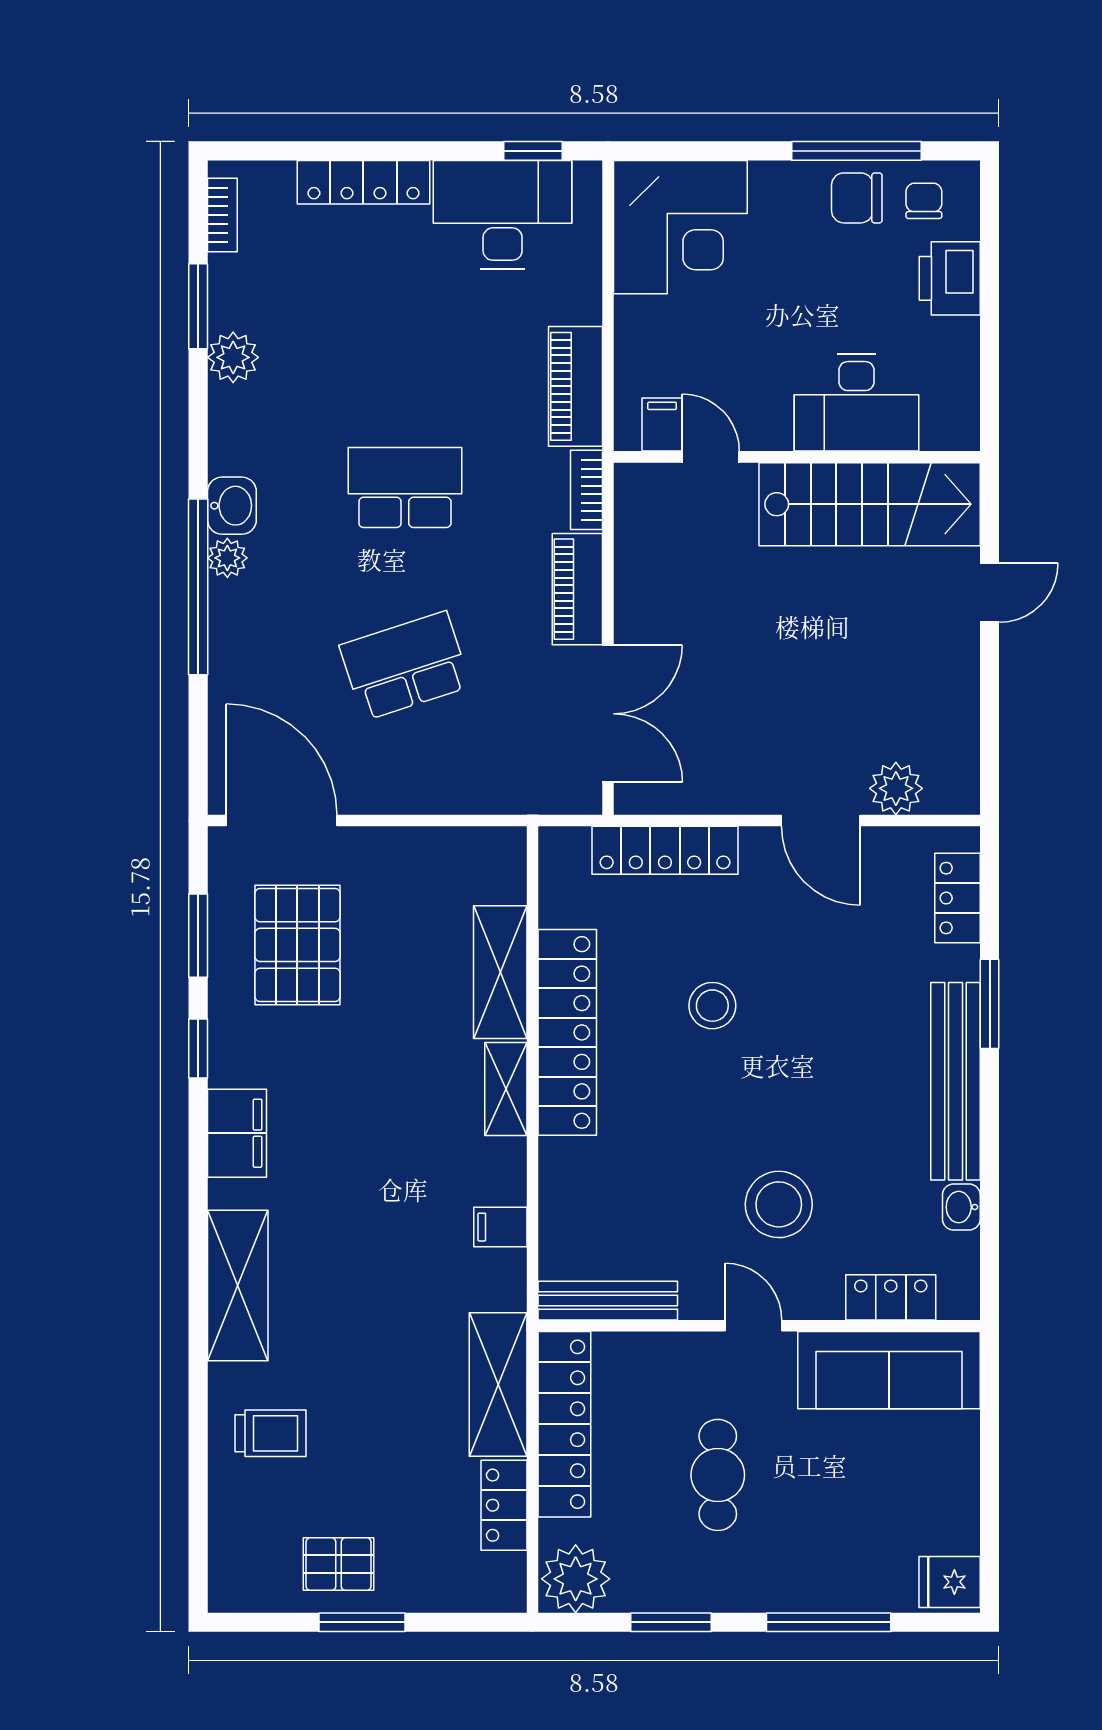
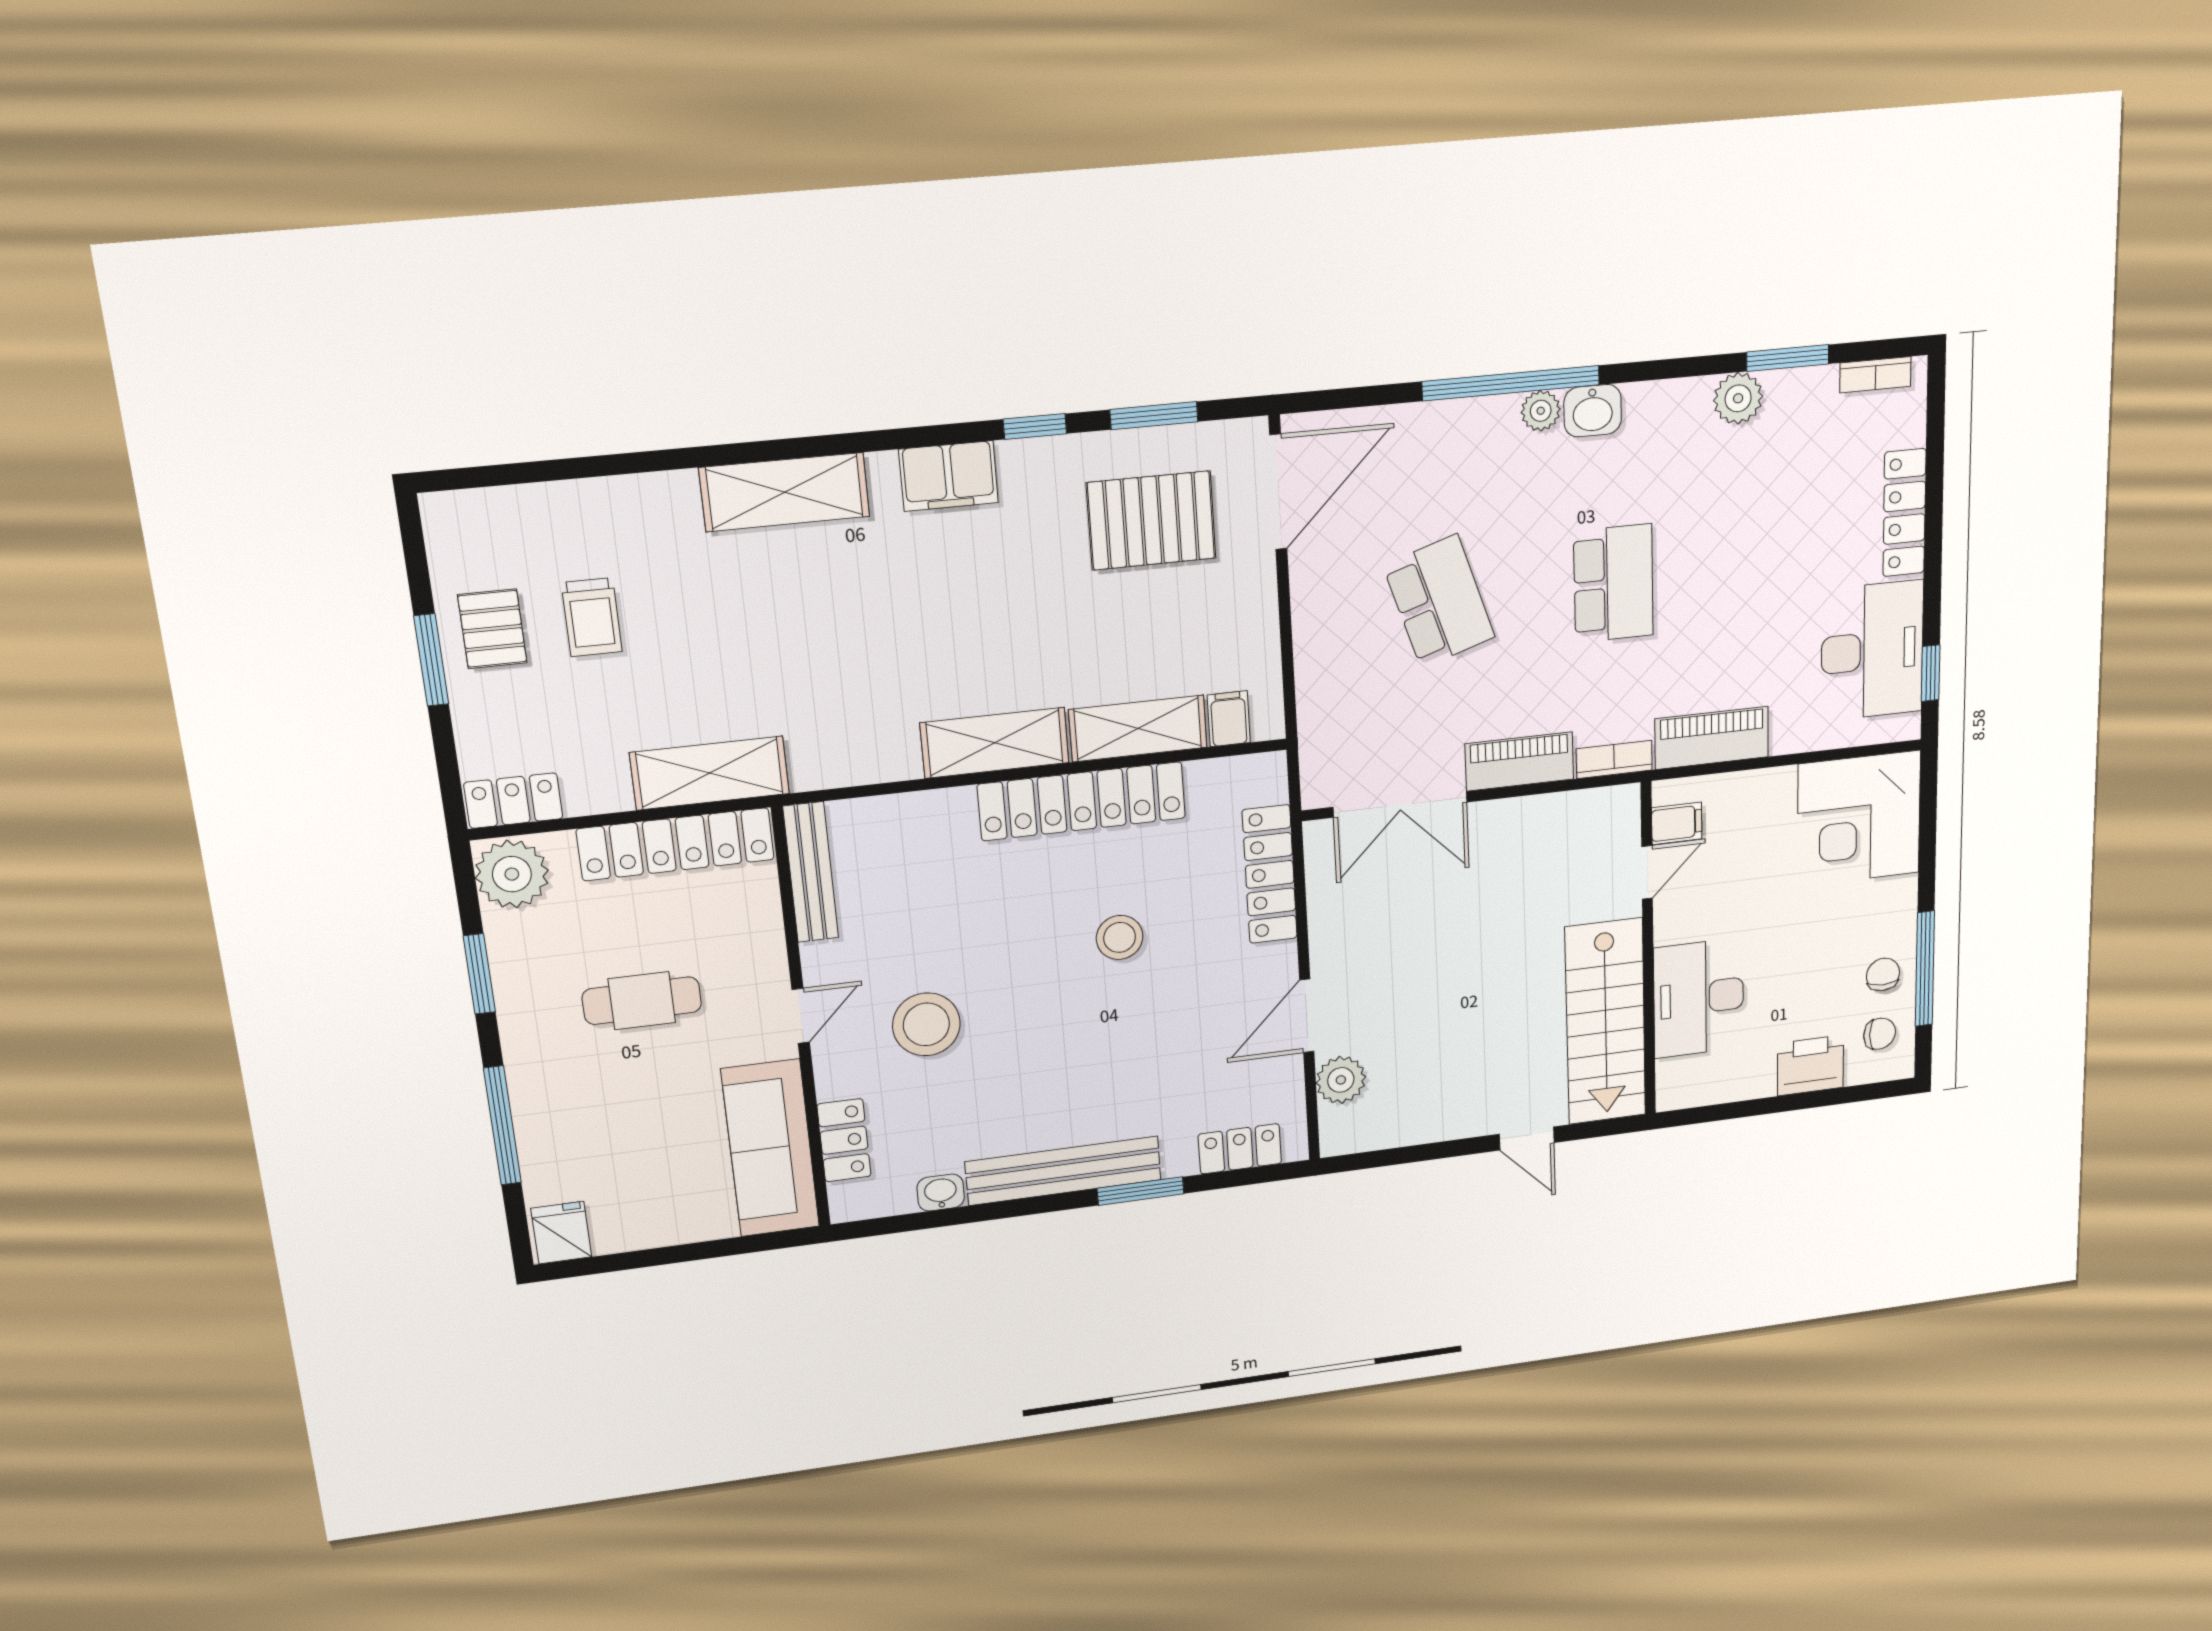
chair: (857, 198) -> (1883, 974), width x0.73, depth x0.73
shelving: (506, 1089) -> (995, 743), width x1.50, depth x1.33
filing cabinet: (500, 1227) -> (1229, 719), moved
trolley: (270, 1433) -> (592, 617), moved
locker: (504, 1505) -> (513, 801), moved

